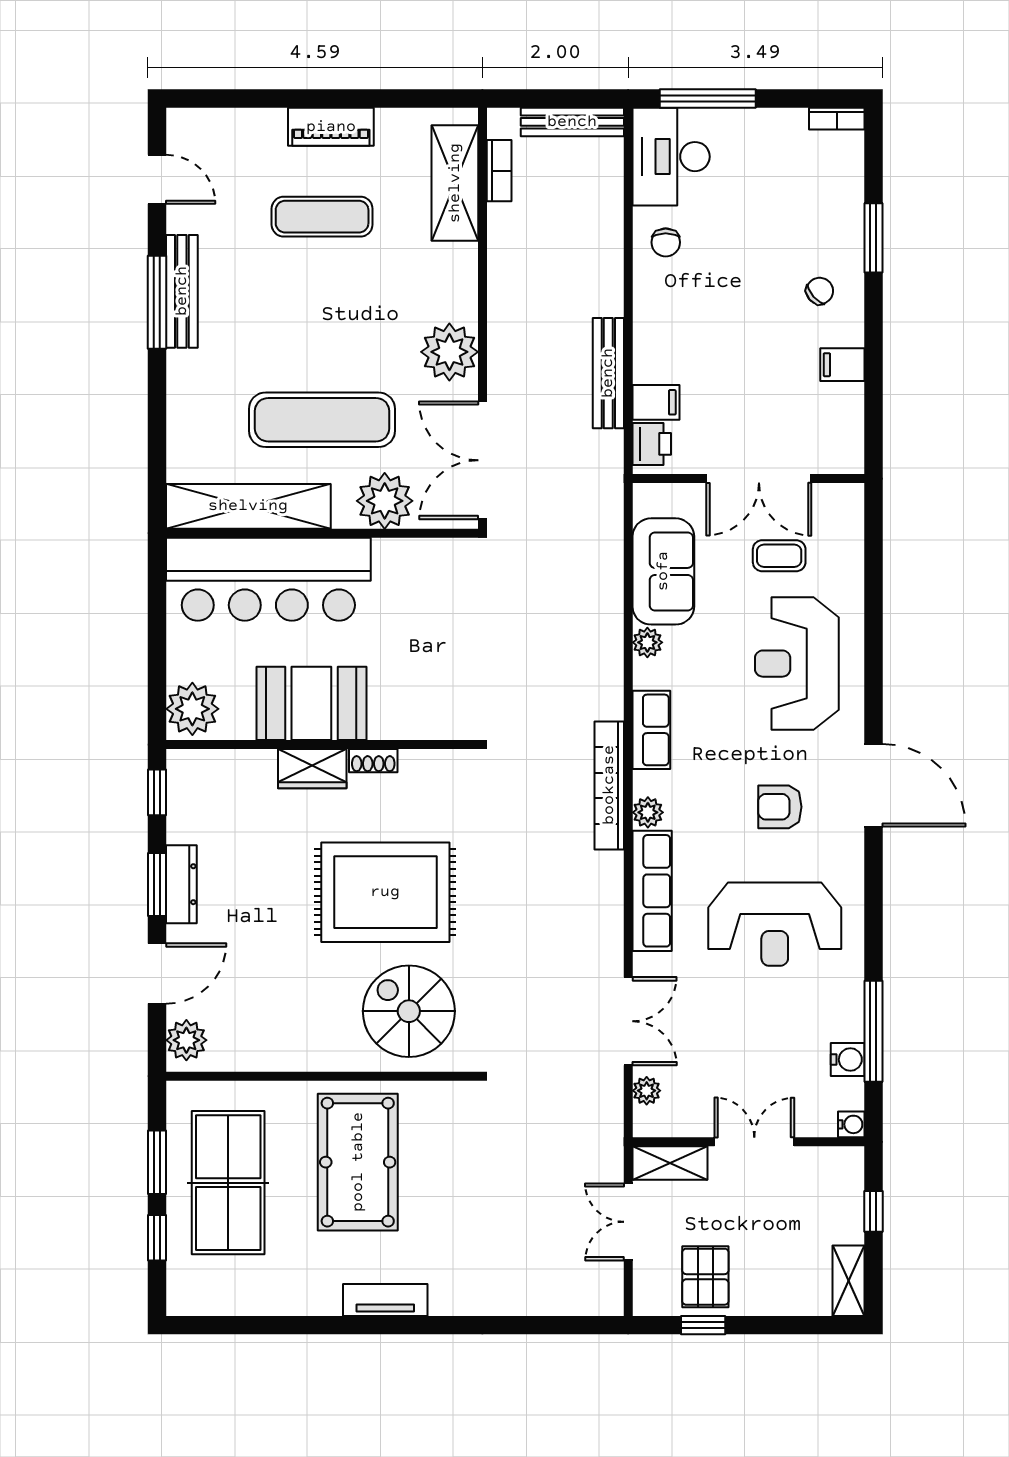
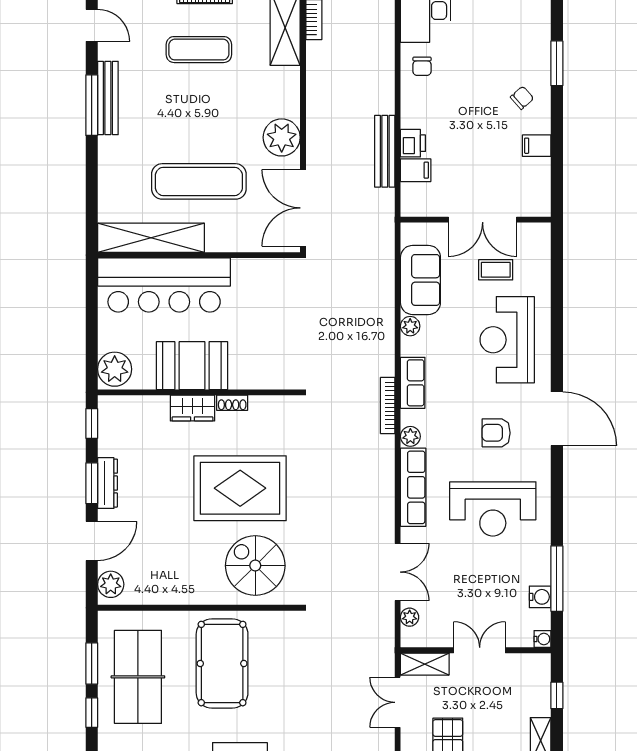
printer: (652, 444) -> (413, 143), moved
plant: (385, 501) -> (240, 234), removed
bookcase: (609, 785) -> (388, 405), width x0.68, depth x0.76

